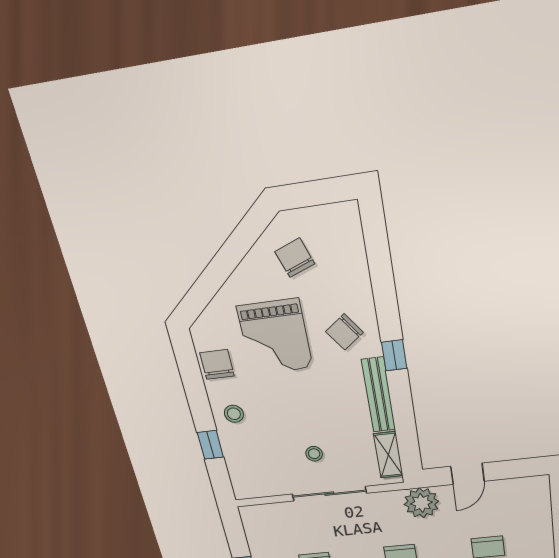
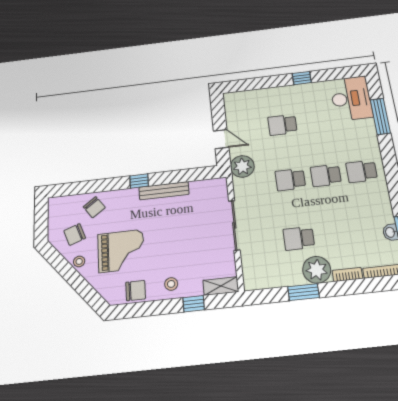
chair: (344, 332) -> (94, 207), moved
chair: (217, 364) -> (136, 291), turned 180
stool: (314, 454) -> (79, 261), moved
shelving: (388, 455) -> (221, 286), moved

